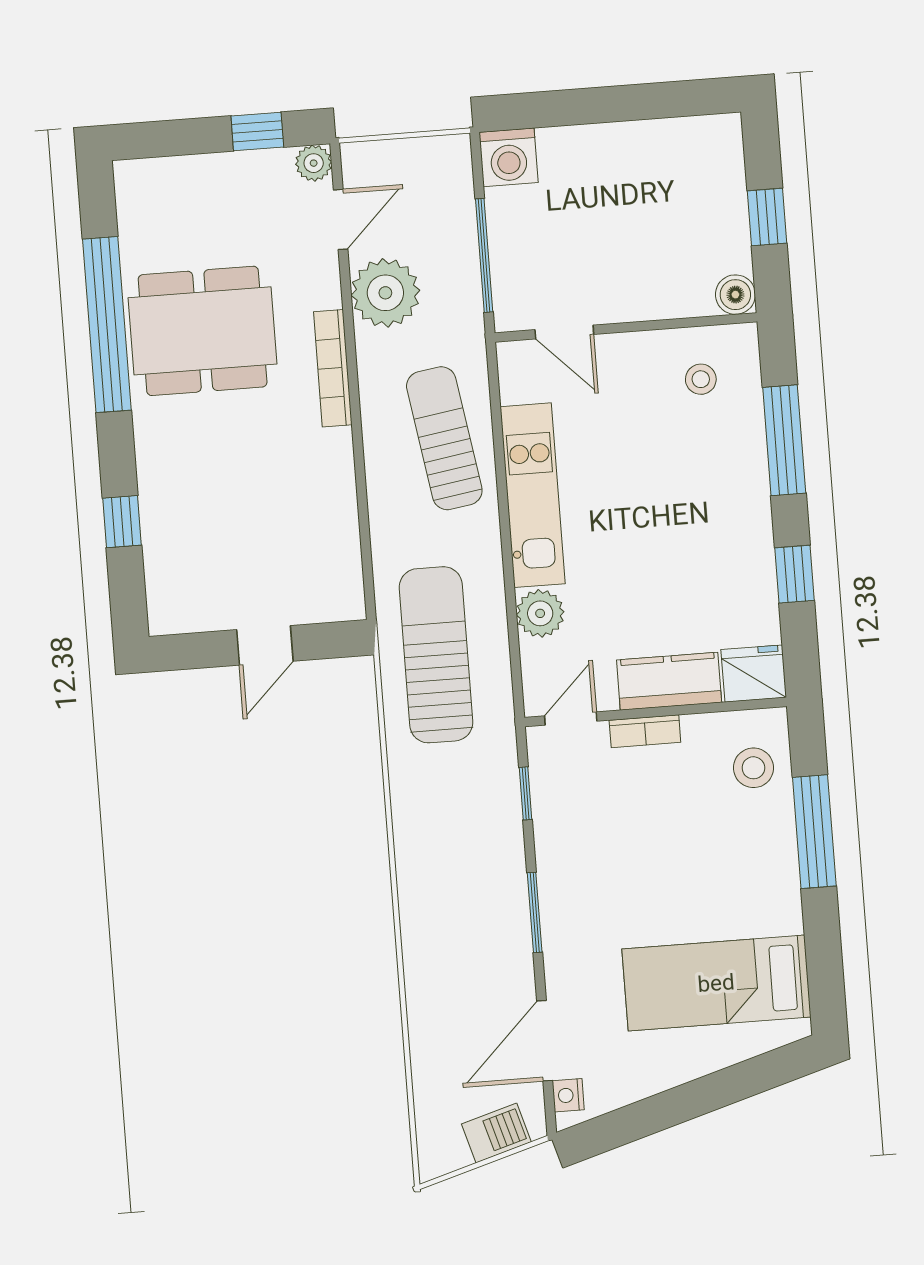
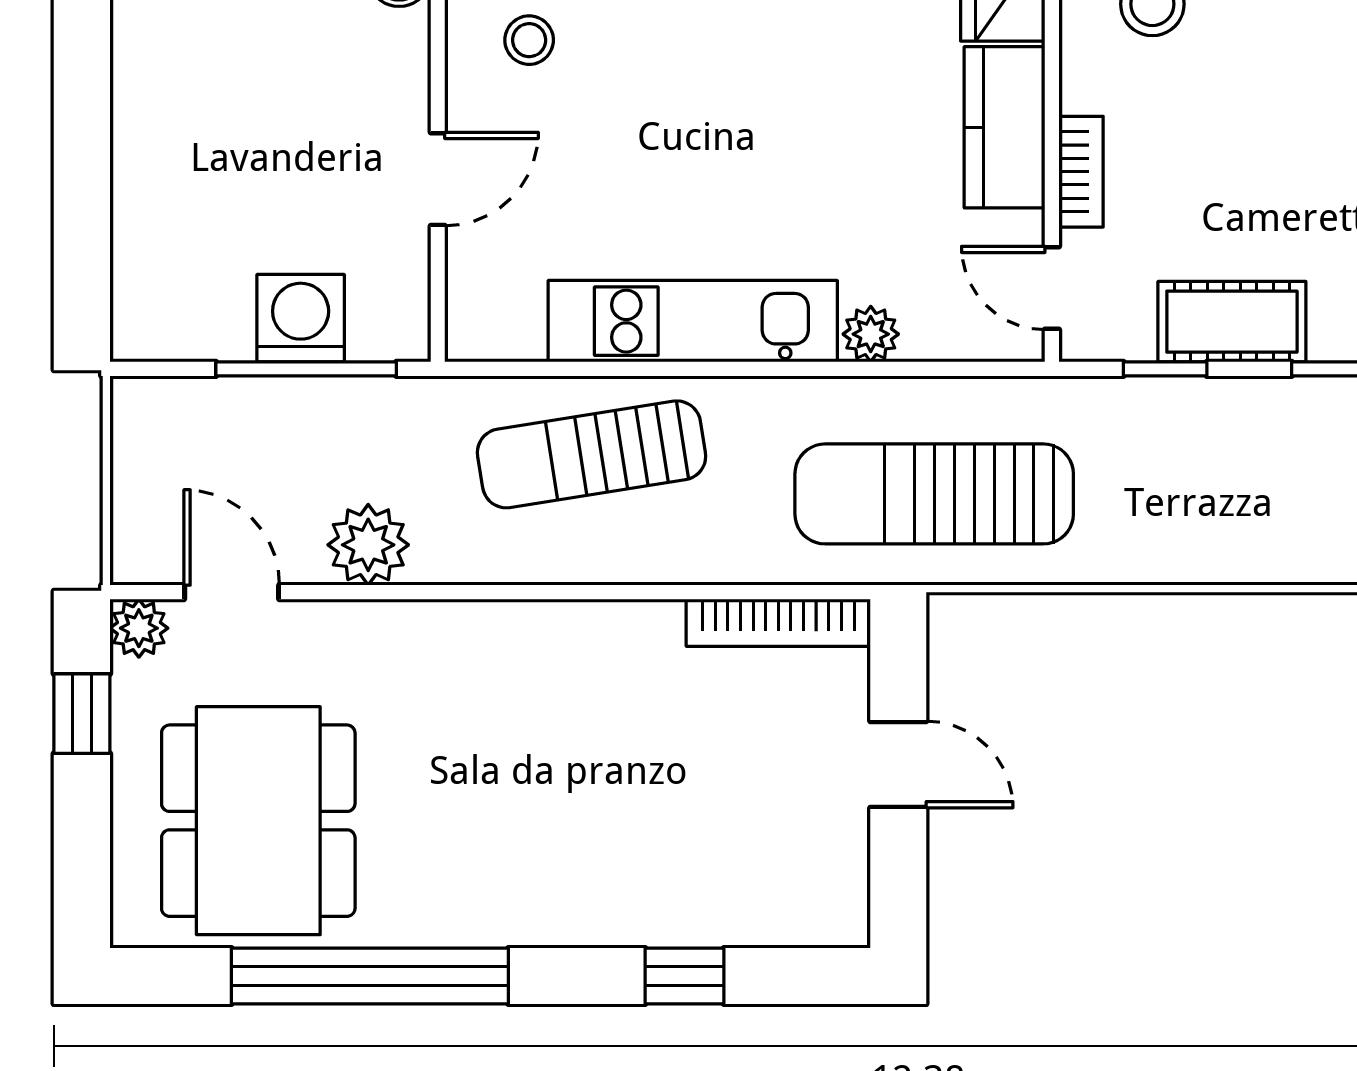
washing machine: (509, 157) -> (301, 318), moved, turned -90
plant: (385, 293) -> (368, 545), width x0.73, depth x0.73
dining table: (203, 331) -> (258, 821), moved
door: (564, 332) -> (438, 179), moved
bookcase: (333, 368) -> (778, 623), moved
plant: (540, 613) -> (871, 334), width x0.73, depth x0.73
cot: (558, 833) -> (1232, 322), added

